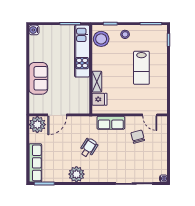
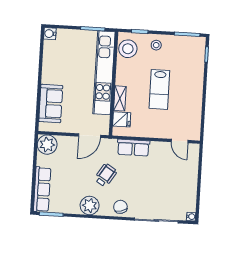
kitchen unit: (82, 51) -> (104, 73), width x1.36
lab bench: (141, 68) -> (159, 89), moved
sofa: (38, 78) -> (51, 103), moved
door: (57, 115) -> (90, 136), moved
chair: (138, 137) -> (120, 207), moved

